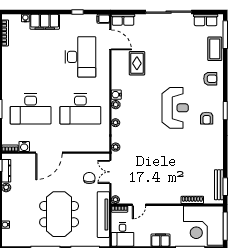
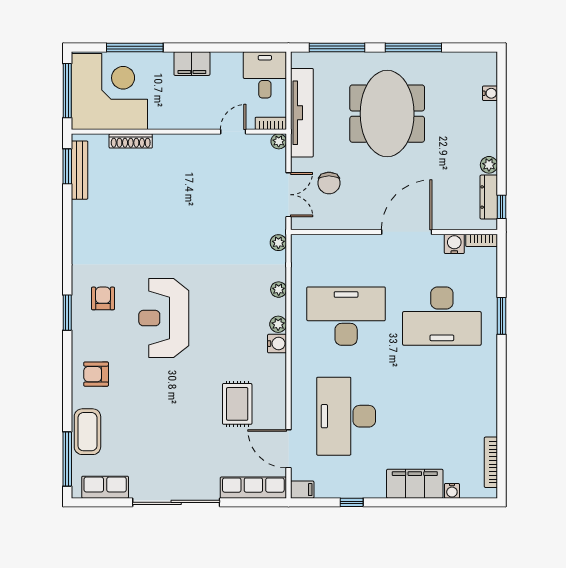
row of seats: (123, 20) -> (253, 488), width x1.48
desk: (31, 109) -> (442, 316), turned 180

